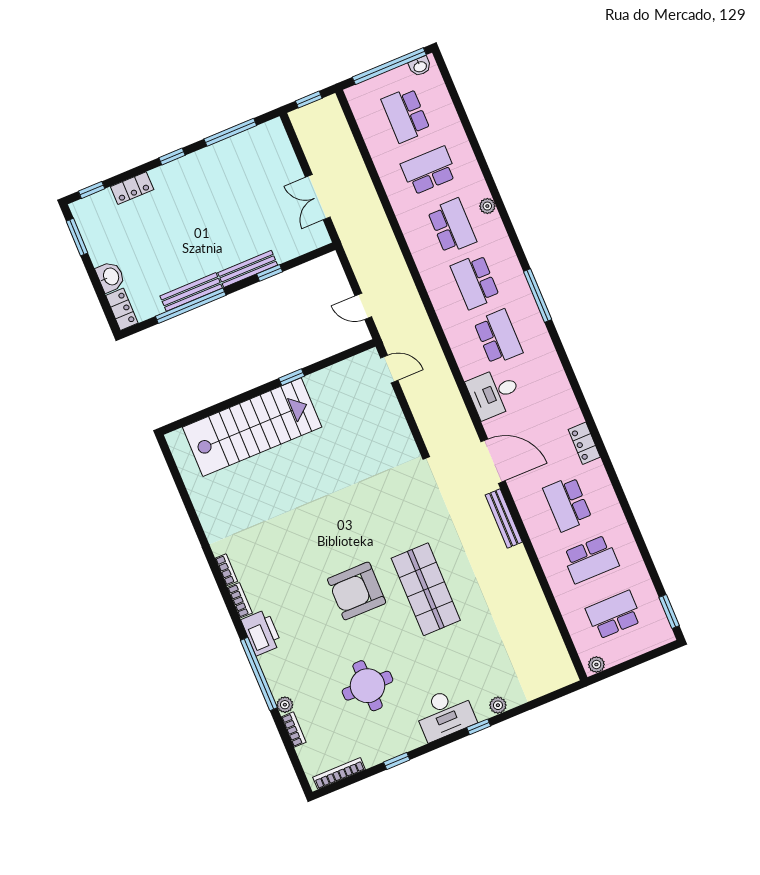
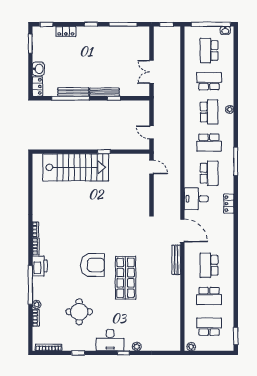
school desk: (475, 282) -> (209, 143), turned -90
locker: (584, 443) -> (229, 204), moved
armchair: (357, 591) -> (93, 265), turned 180

